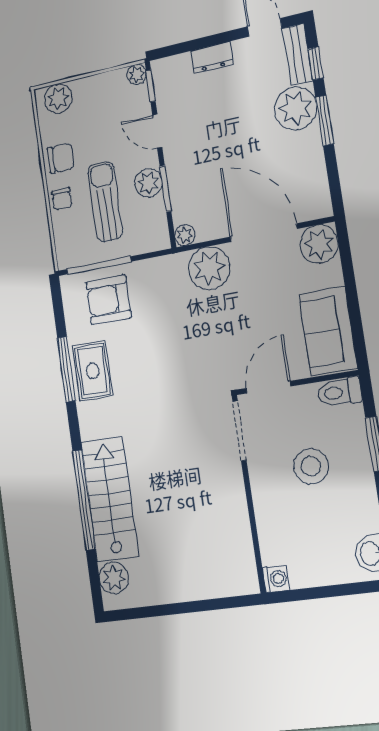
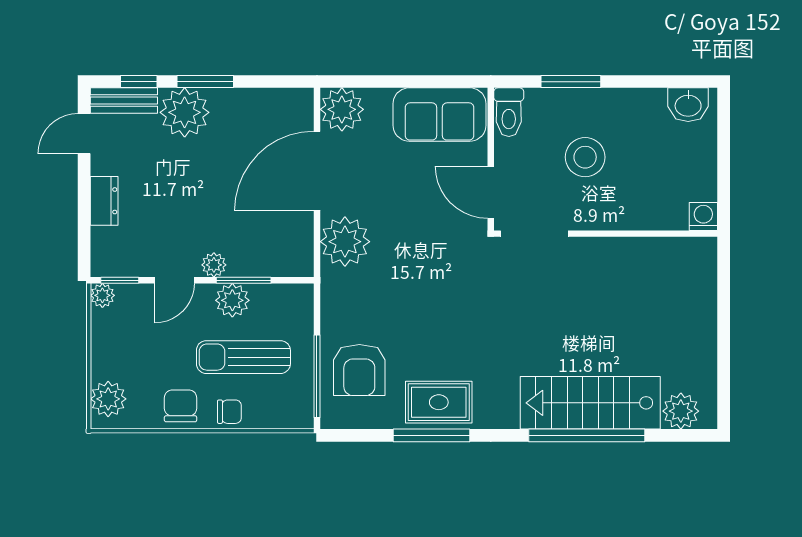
plant: (185, 235) -> (214, 265), moved

